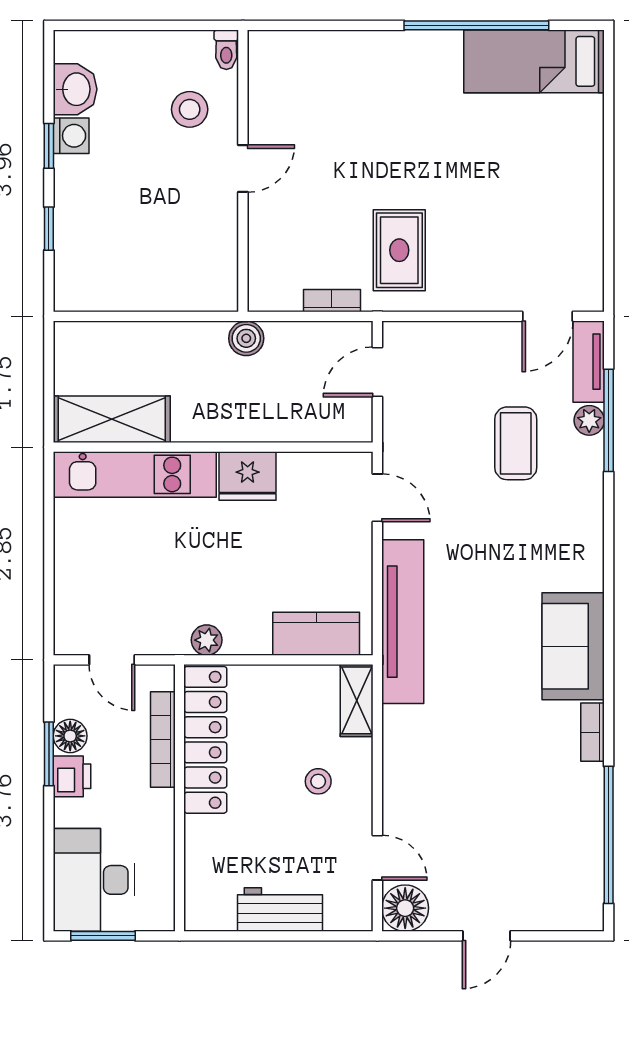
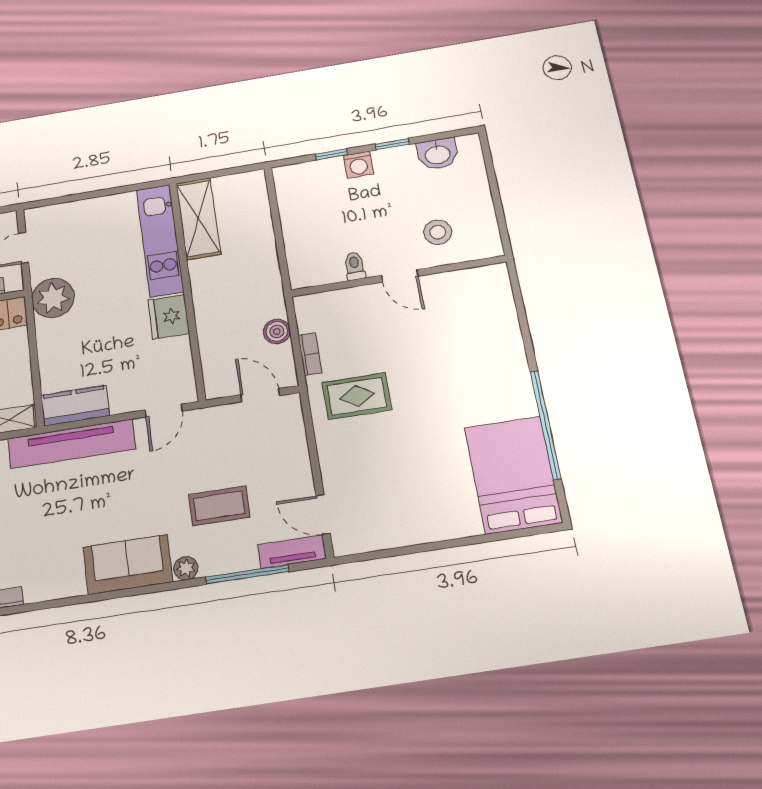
toilet: (226, 50) -> (355, 266), moved, turned 90
bed: (534, 61) -> (513, 475), width x1.50
washing machine: (71, 136) -> (358, 165), moved
boiler: (246, 338) -> (277, 331), moved
plant: (589, 420) -> (186, 568), moved
kitchen counter: (316, 634) -> (75, 406), moved, turned -90
plant: (207, 640) -> (53, 298), width x1.88, depth x1.88
sofa: (573, 646) -> (128, 564), moved

